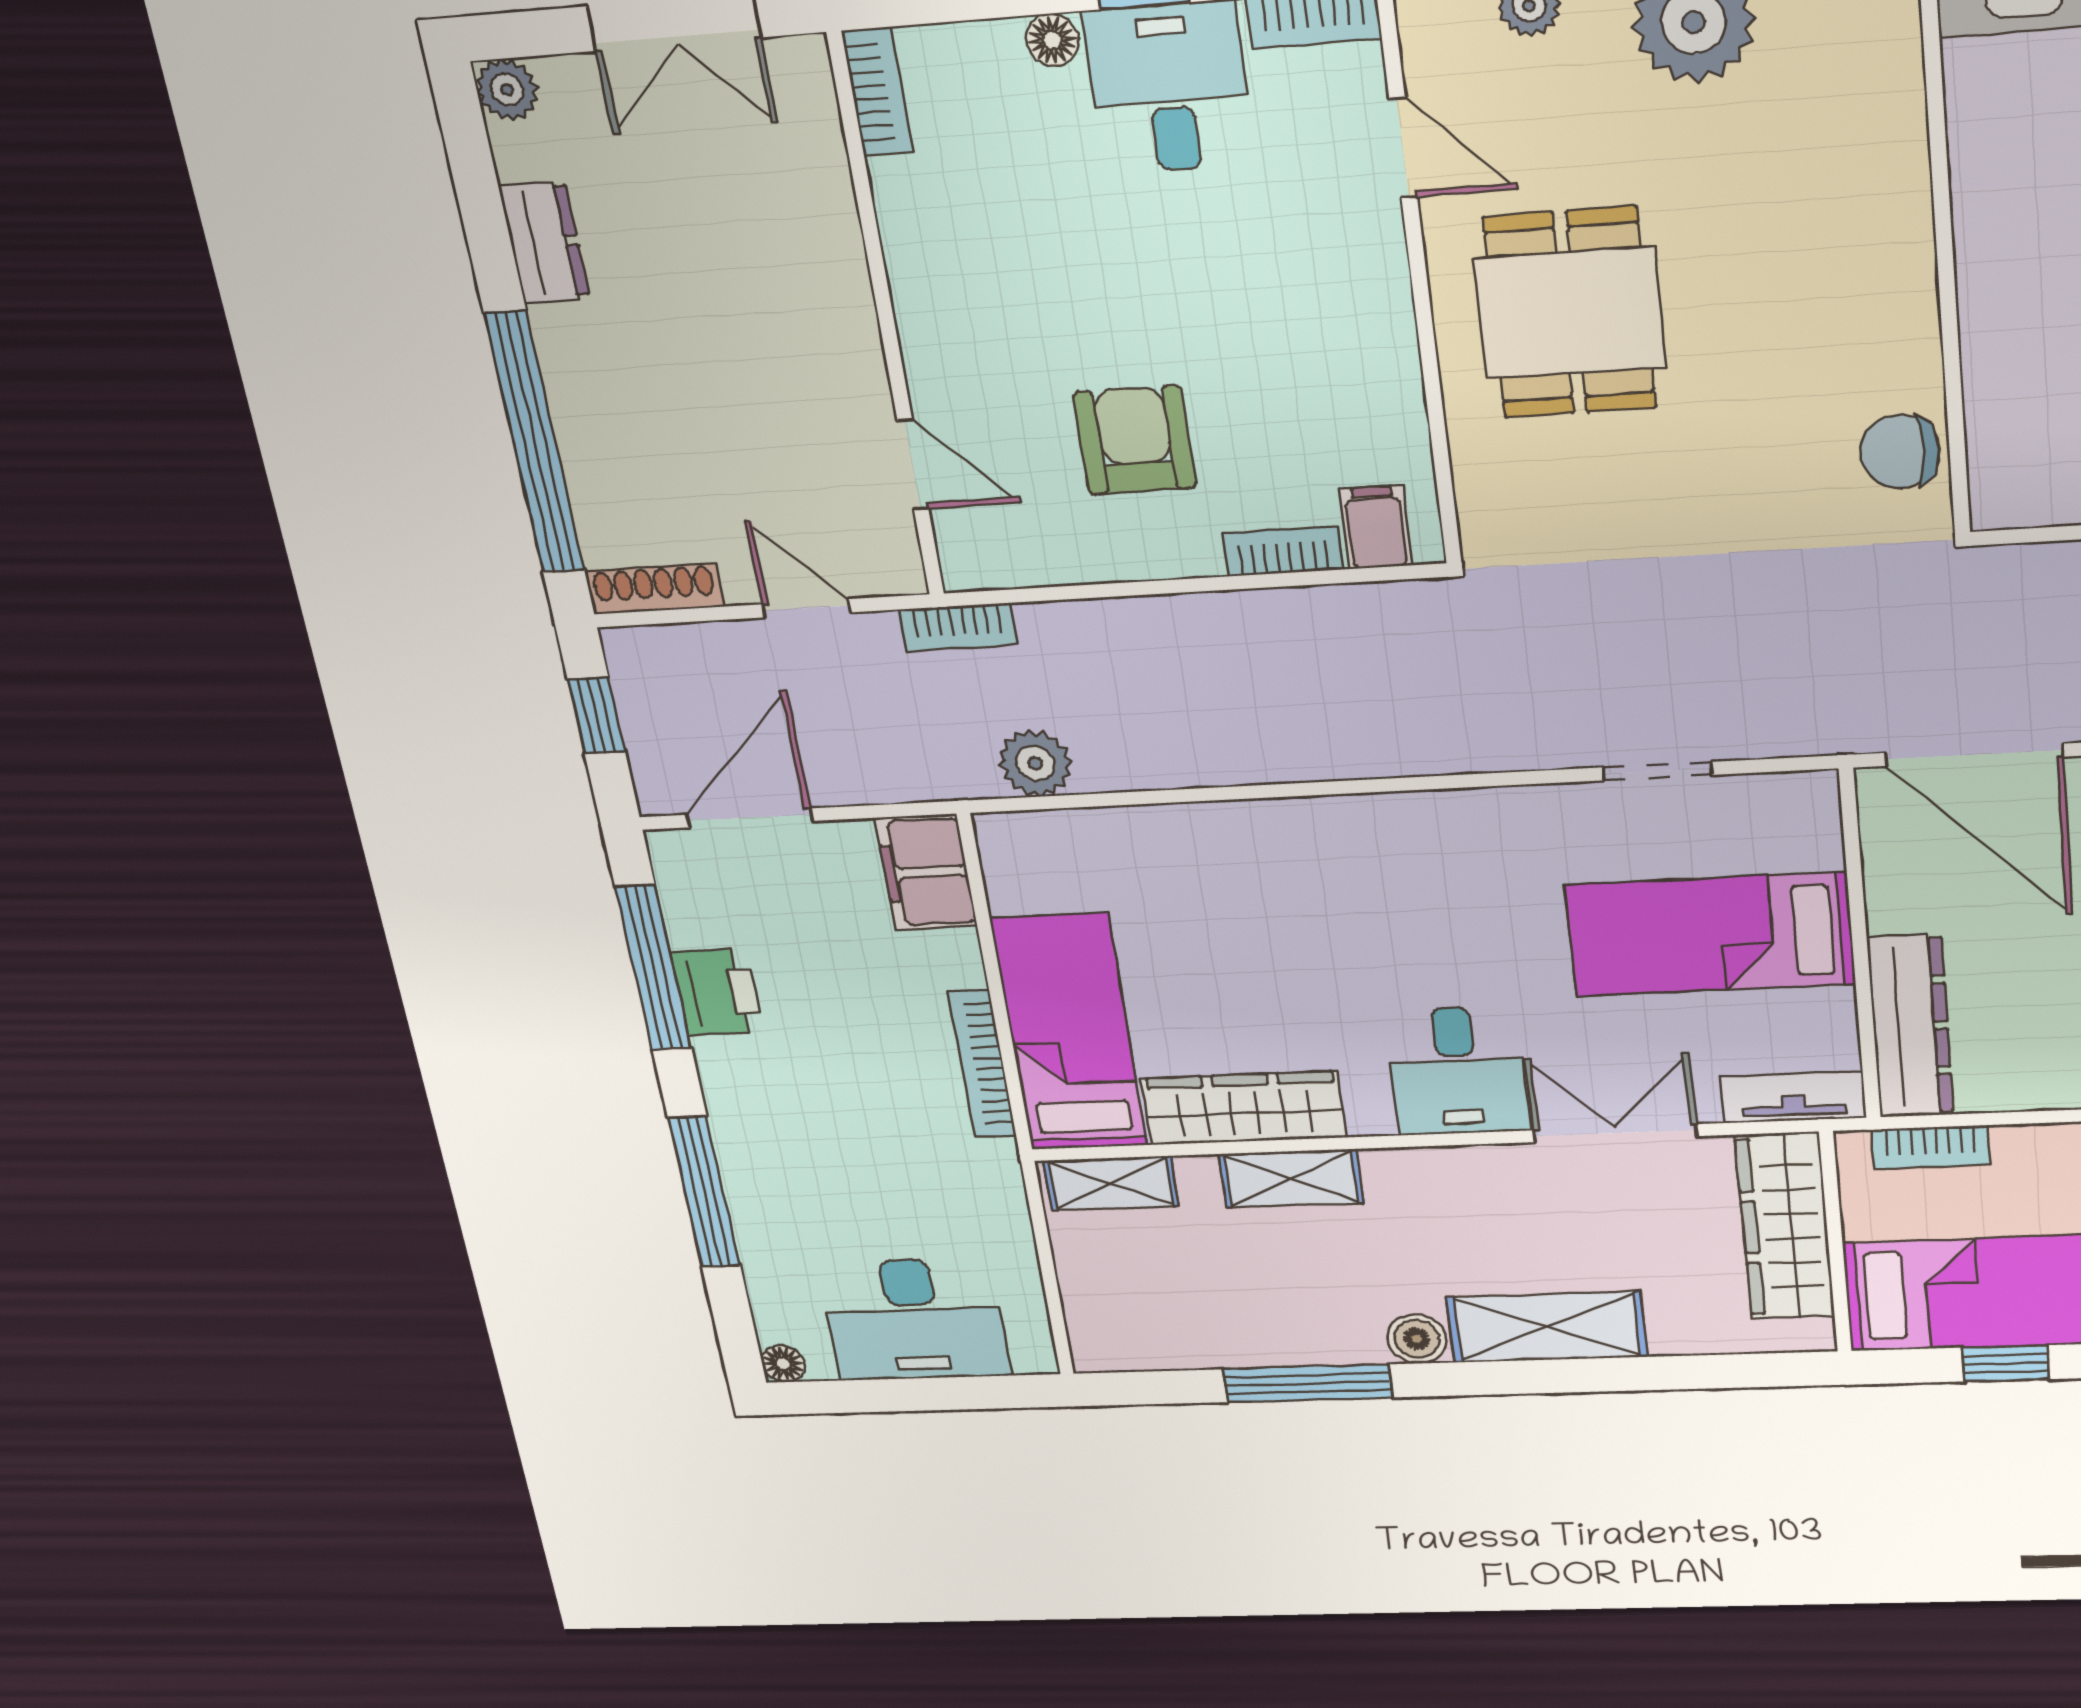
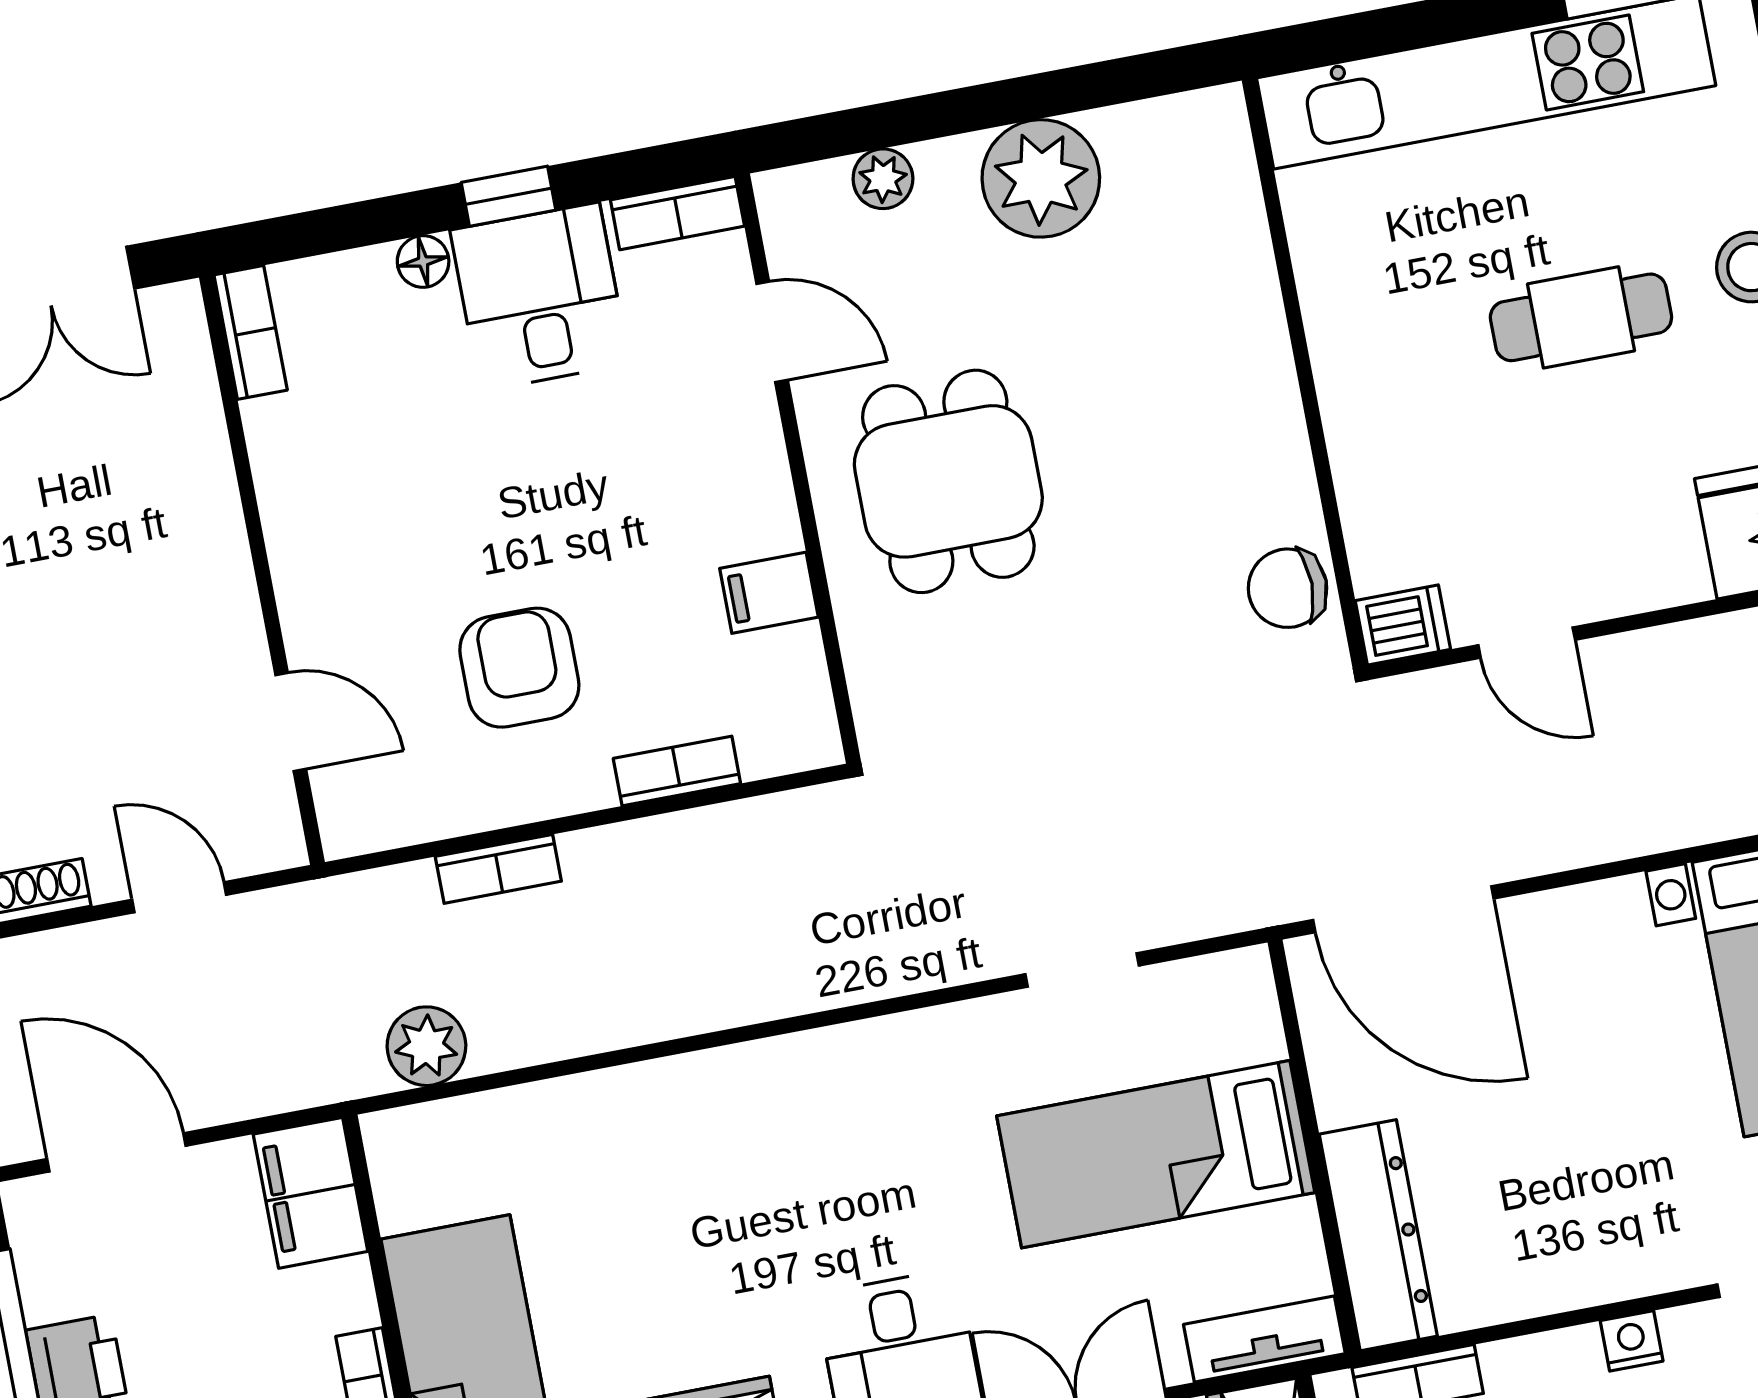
dishwasher: (2011, 499) -> (1403, 625), added
filing cabinet: (1376, 527) -> (769, 593), moved, turned -90
bookcase: (958, 627) -> (498, 869), moved
door: (750, 818) -> (116, 1152), hinge flipped

